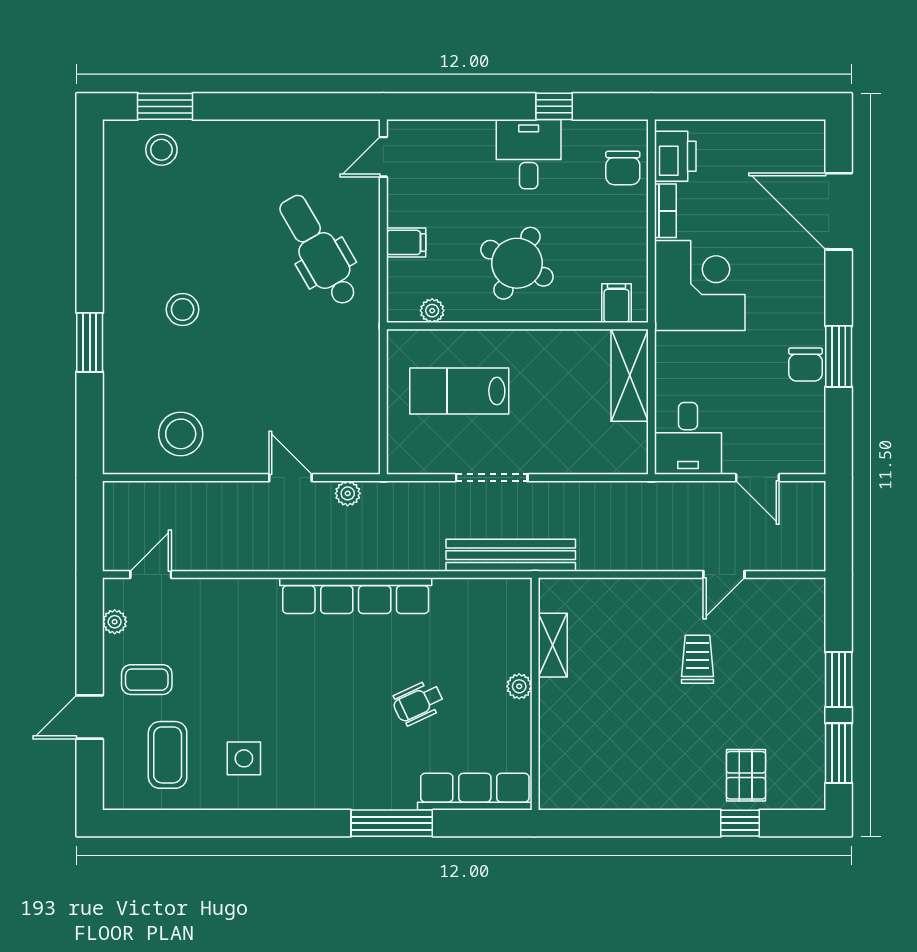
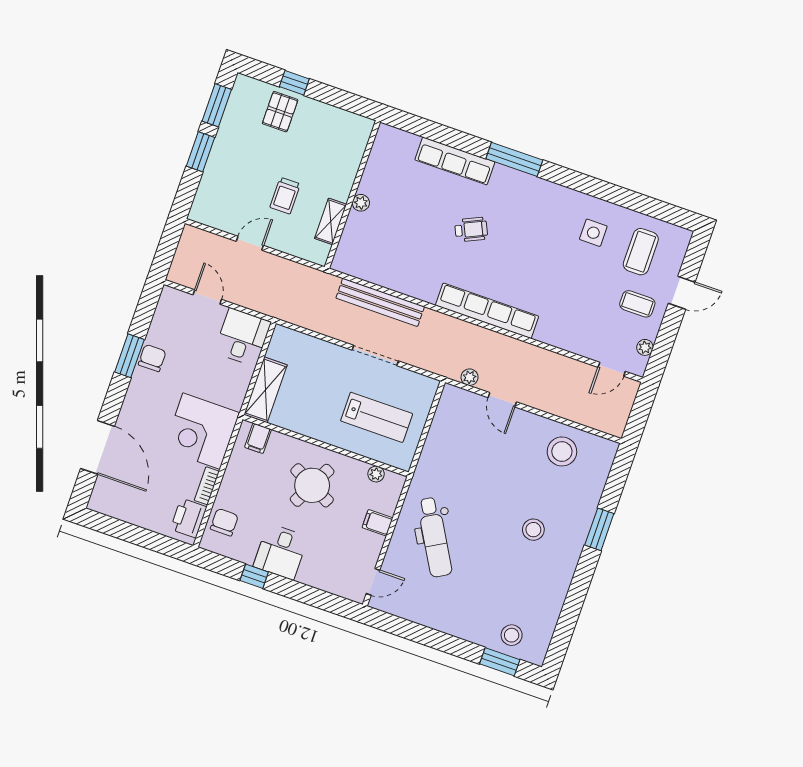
shelving: (553, 645) -> (331, 221), moved
plant: (519, 686) -> (361, 203), moved
wall: (535, 694) -> (353, 194), moved

